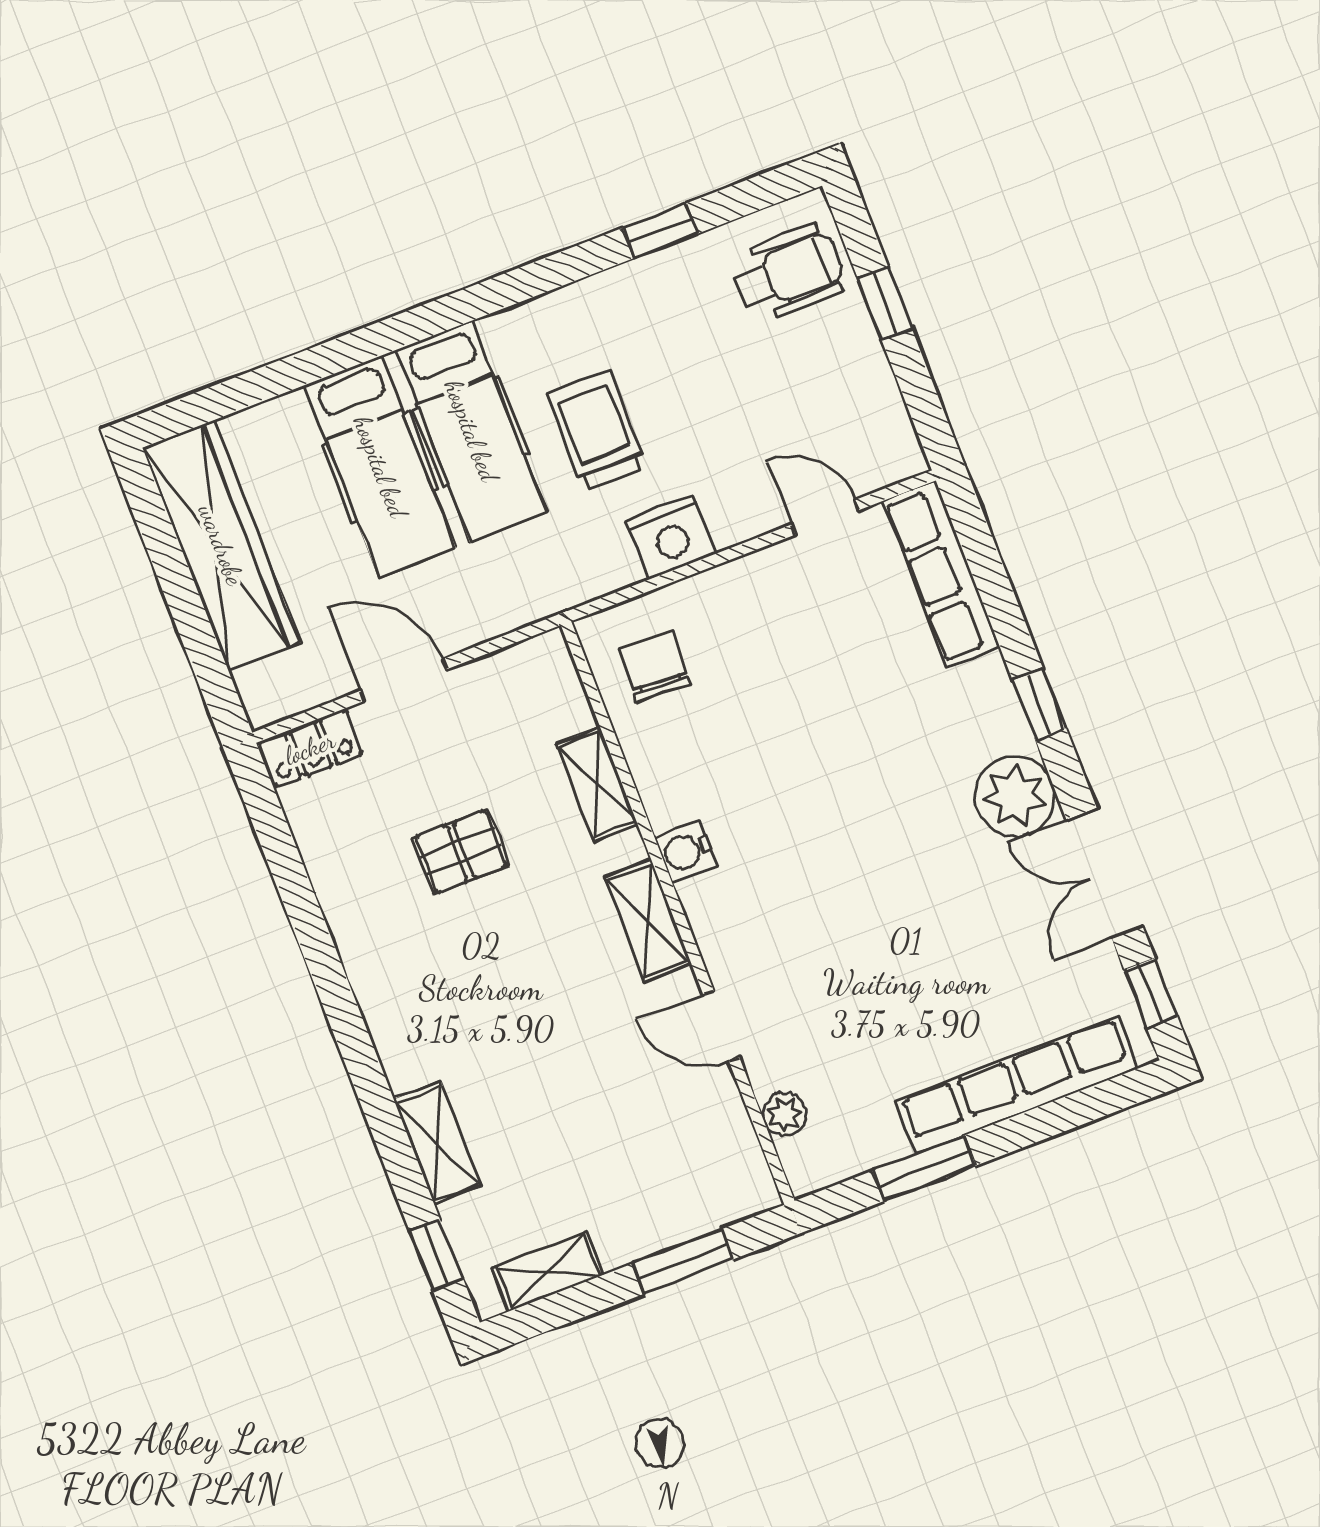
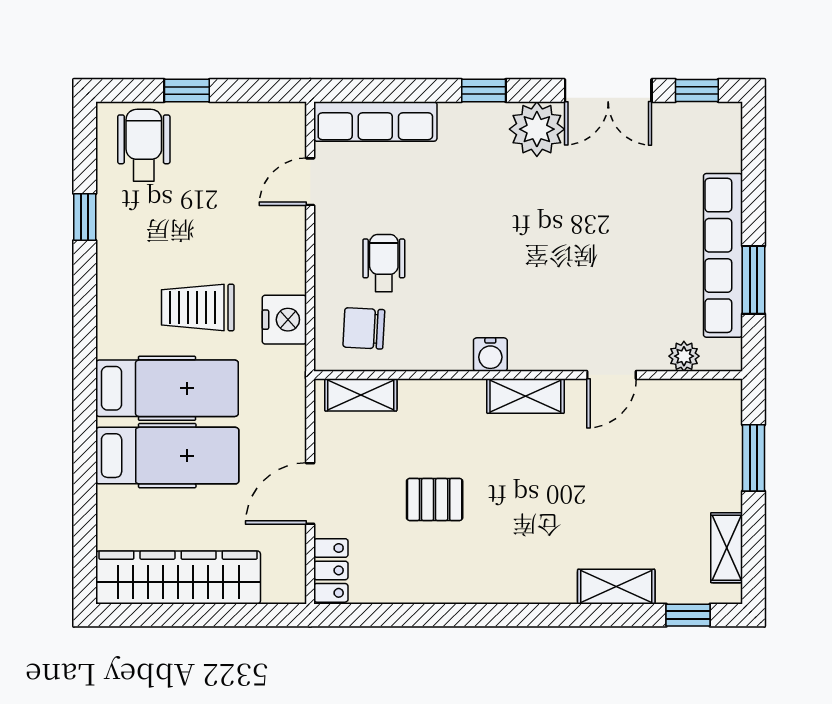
nightstand: (671, 537) -> (284, 320), moved
wheelchair: (754, 659) -> (384, 263), added
shelving: (597, 784) -> (361, 395), moved
pallet: (461, 852) -> (435, 499), turned 90
row of seats: (1017, 1085) -> (723, 255), moved

